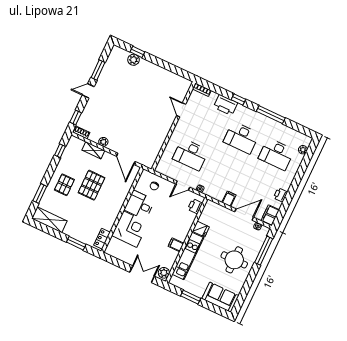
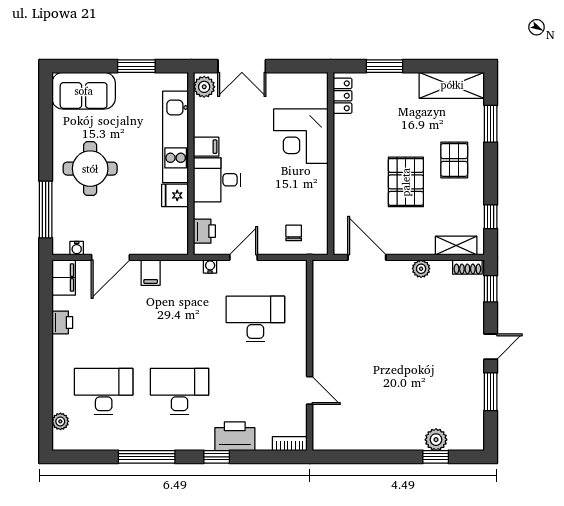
shelving: (93, 150) -> (456, 246), moved
desk: (139, 205) -> (217, 180), moved, turned 180

